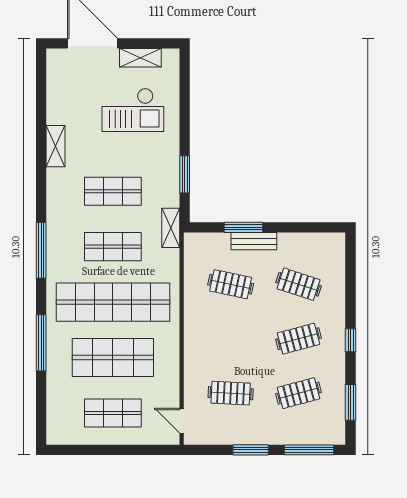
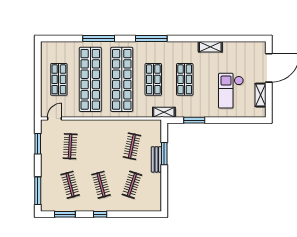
shop shelf: (113, 358) -> (90, 79), width x1.40
window: (251, 450) -> (38, 144), moved

